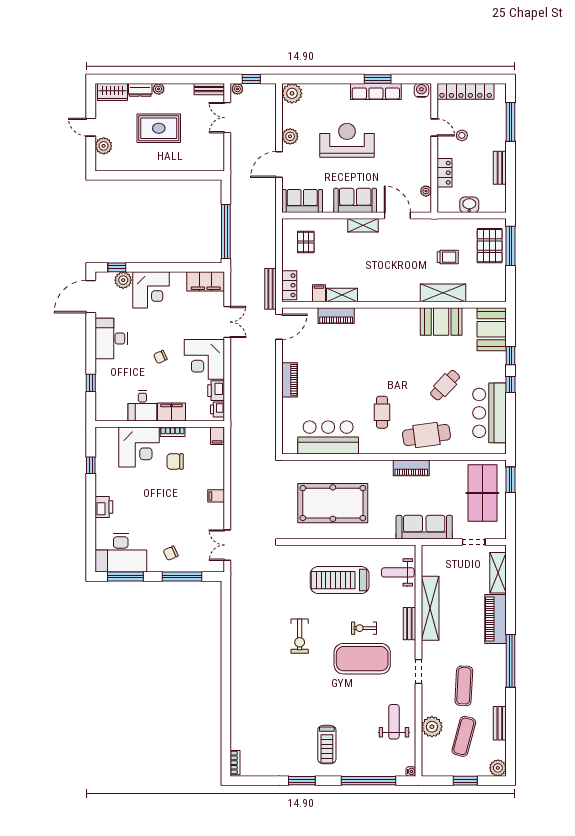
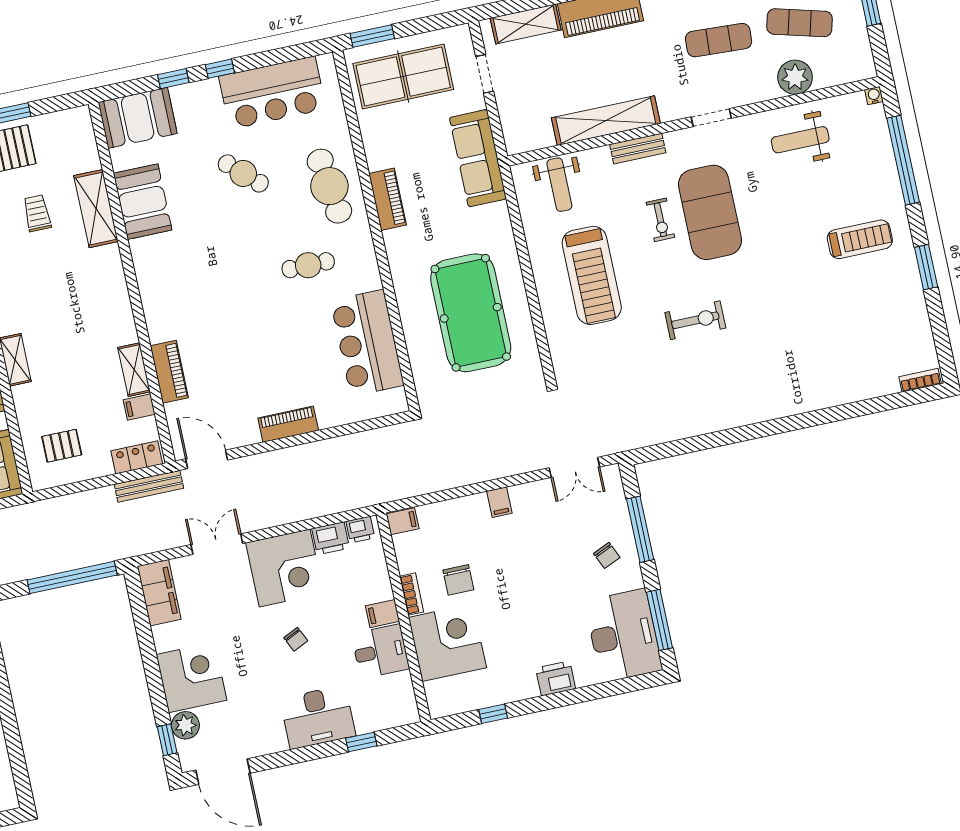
desk: (111, 339) -> (318, 717), moved
filing cabinet: (172, 412) -> (383, 614), width x0.50

